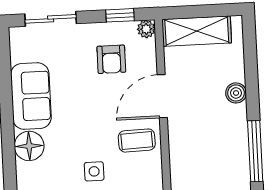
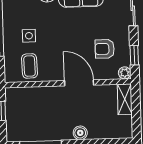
shelving: (197, 31) -> (125, 99), width x0.67, depth x0.75
coffee table: (137, 141) -> (30, 66), moved

